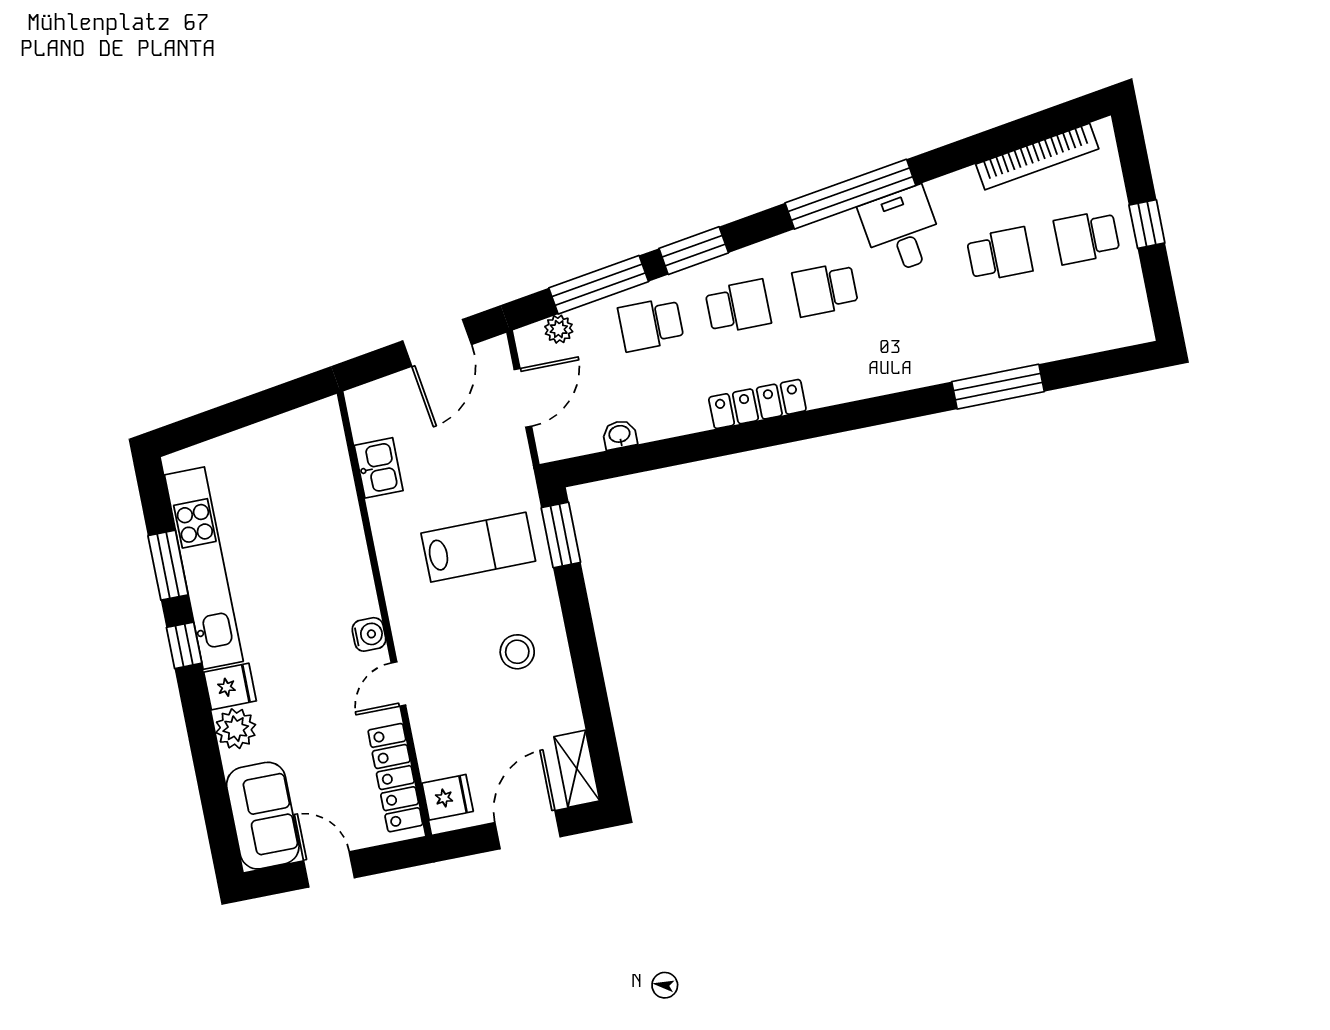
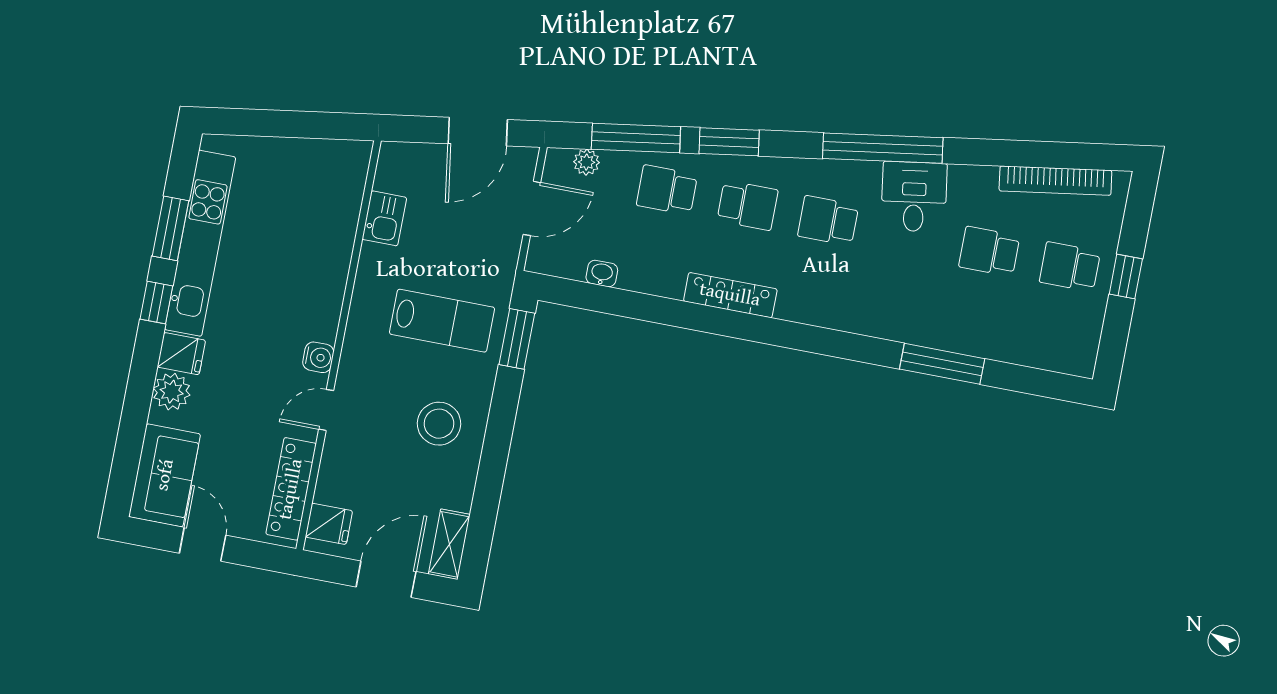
school desk: (1000, 255) -> (989, 251), turned 180
stool: (517, 652) -> (439, 424), width x1.38, depth x1.38

